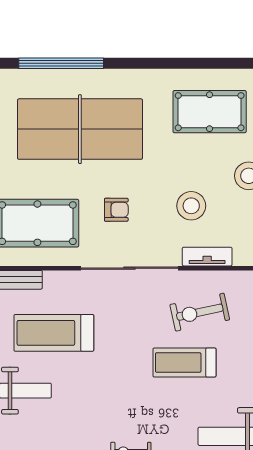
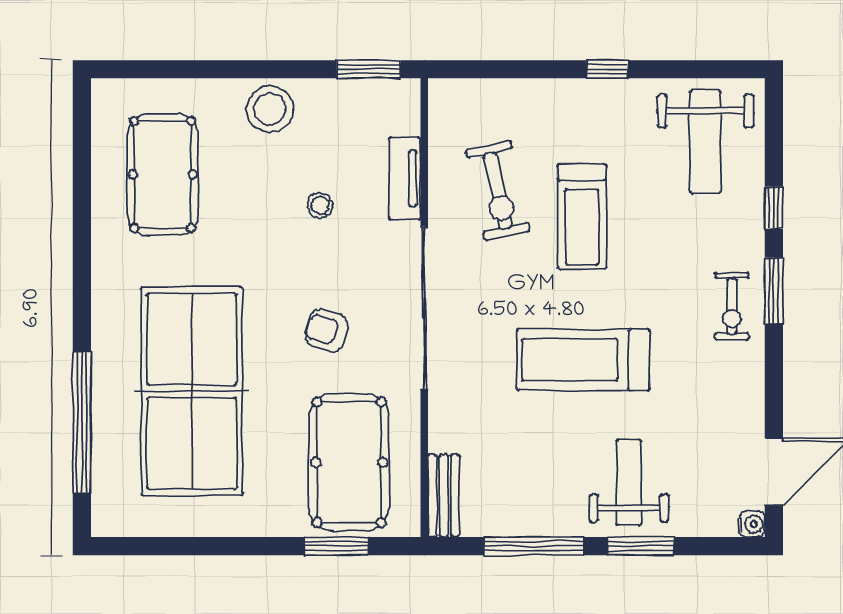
stool: (191, 206) -> (320, 205), width x0.53, depth x0.53
armchair: (116, 210) -> (327, 330), turned -73
treadmill: (54, 333) -> (583, 360), moved, turned 90

